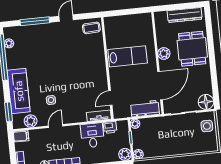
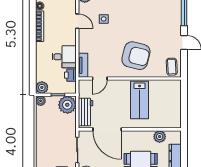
plant: (164, 53) -> (160, 137), moved
armchair: (84, 64) -> (136, 56), added
door: (110, 98) -> (100, 79), swing flipped
plant: (135, 124) -> (67, 105), width x1.88, depth x1.88

